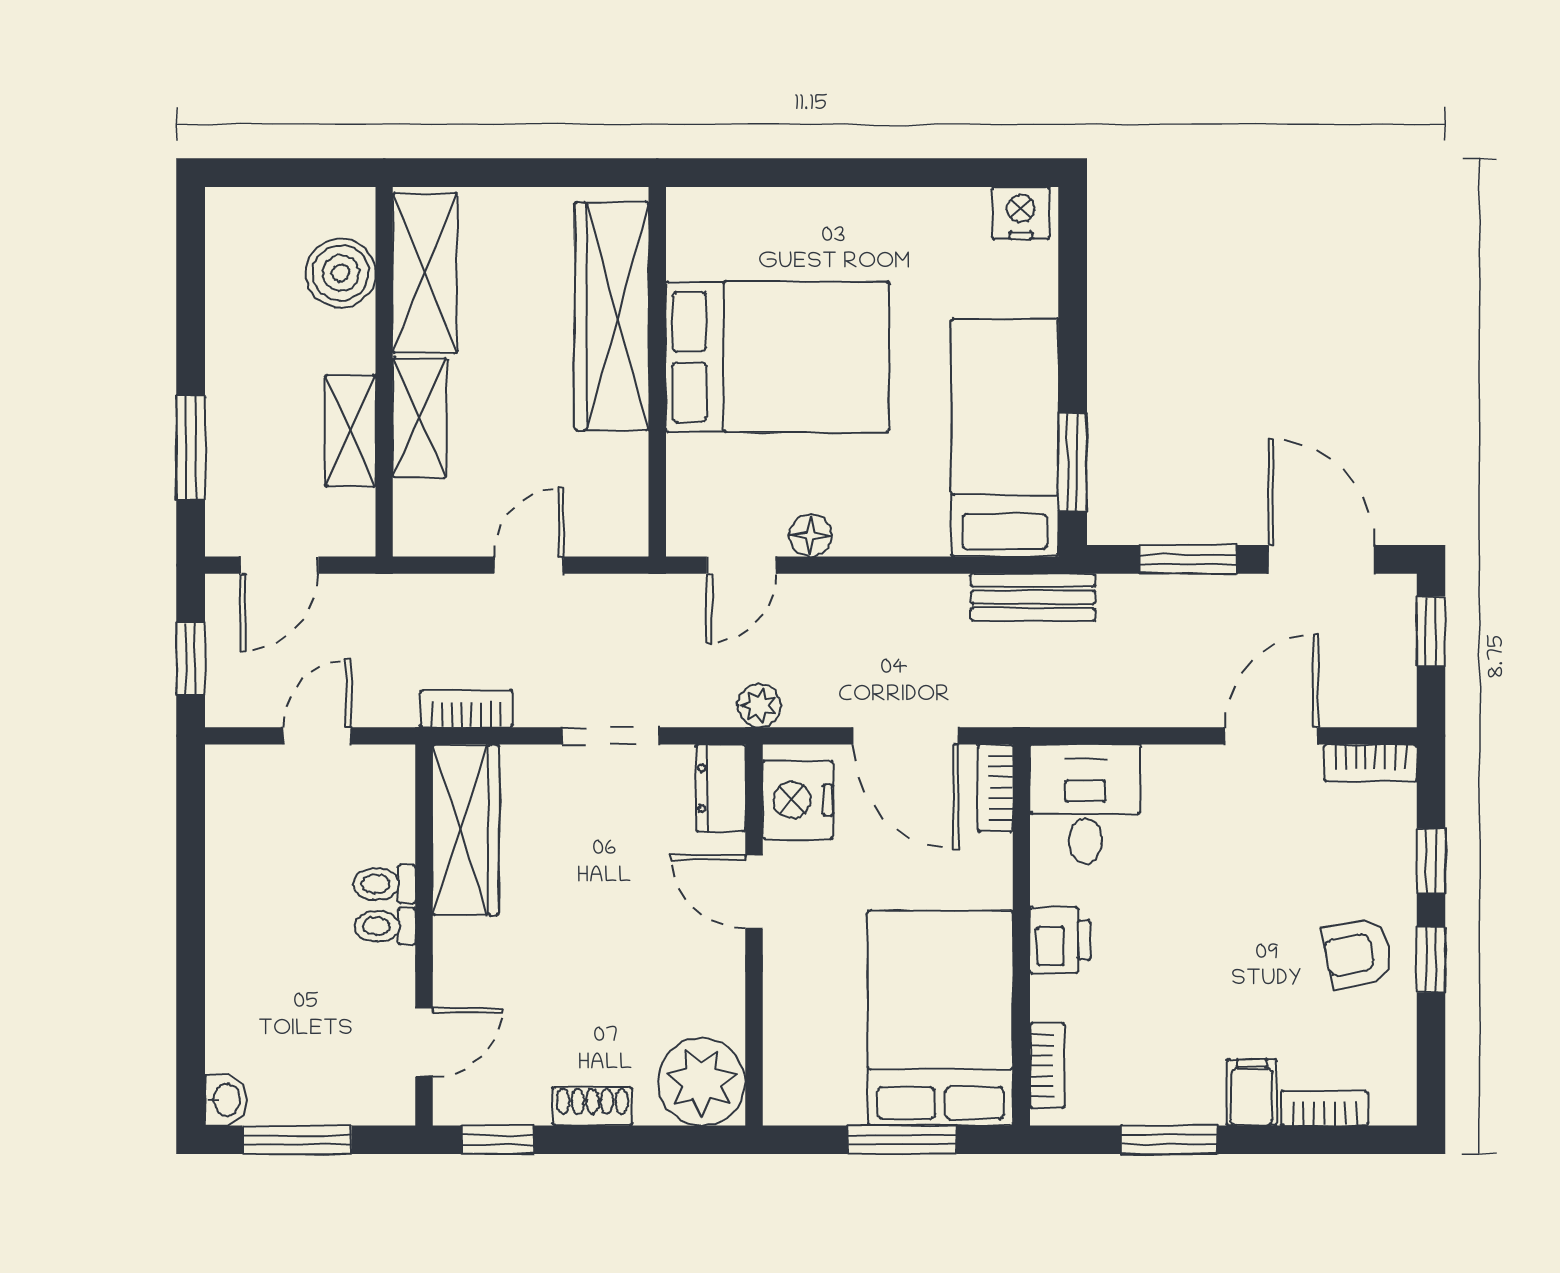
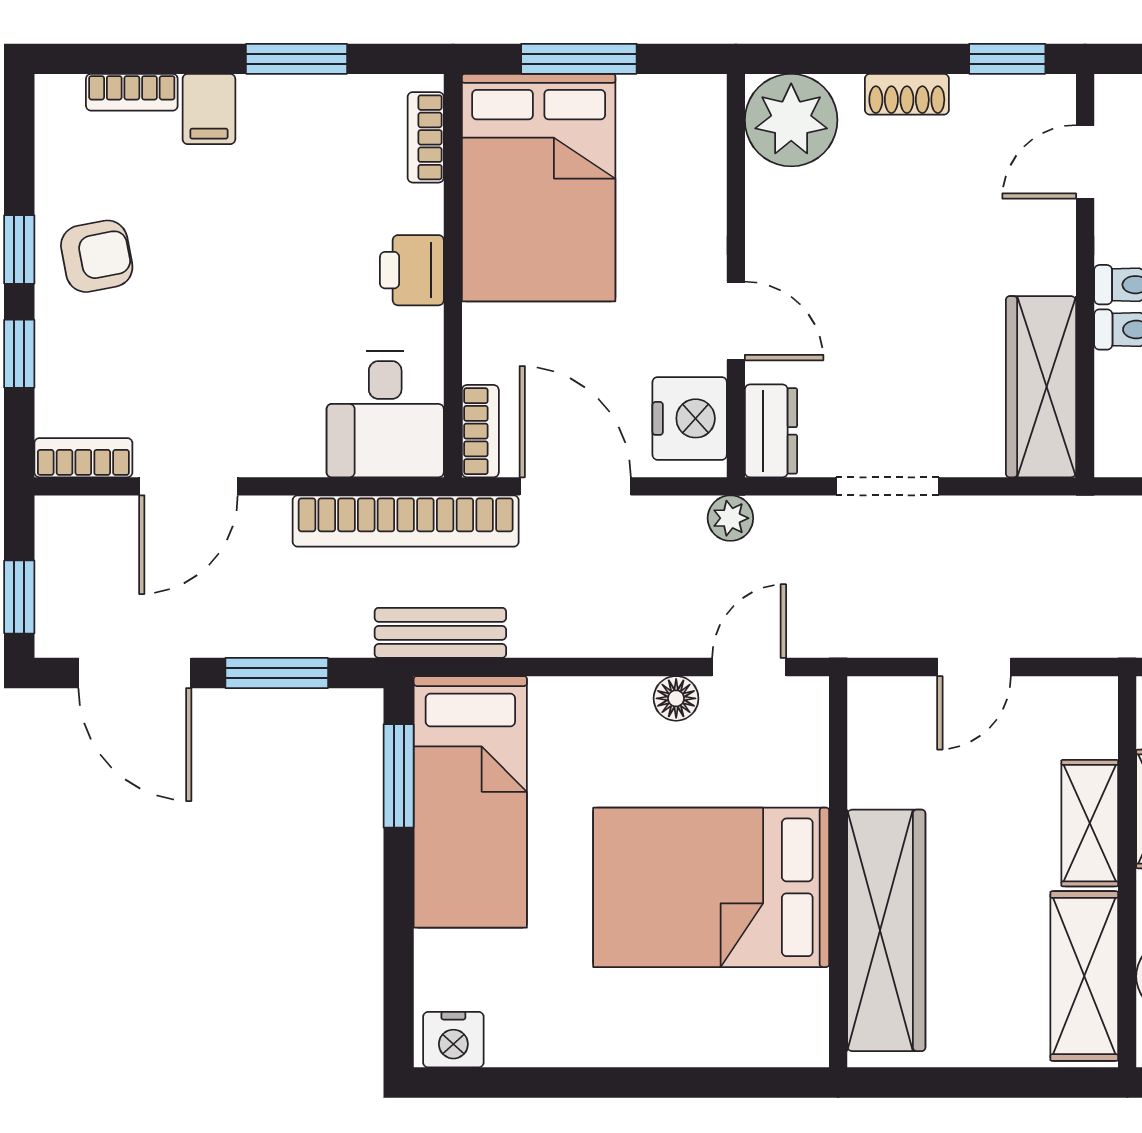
bookcase: (467, 709) -> (406, 521), moved, width x2.31, depth x1.31

